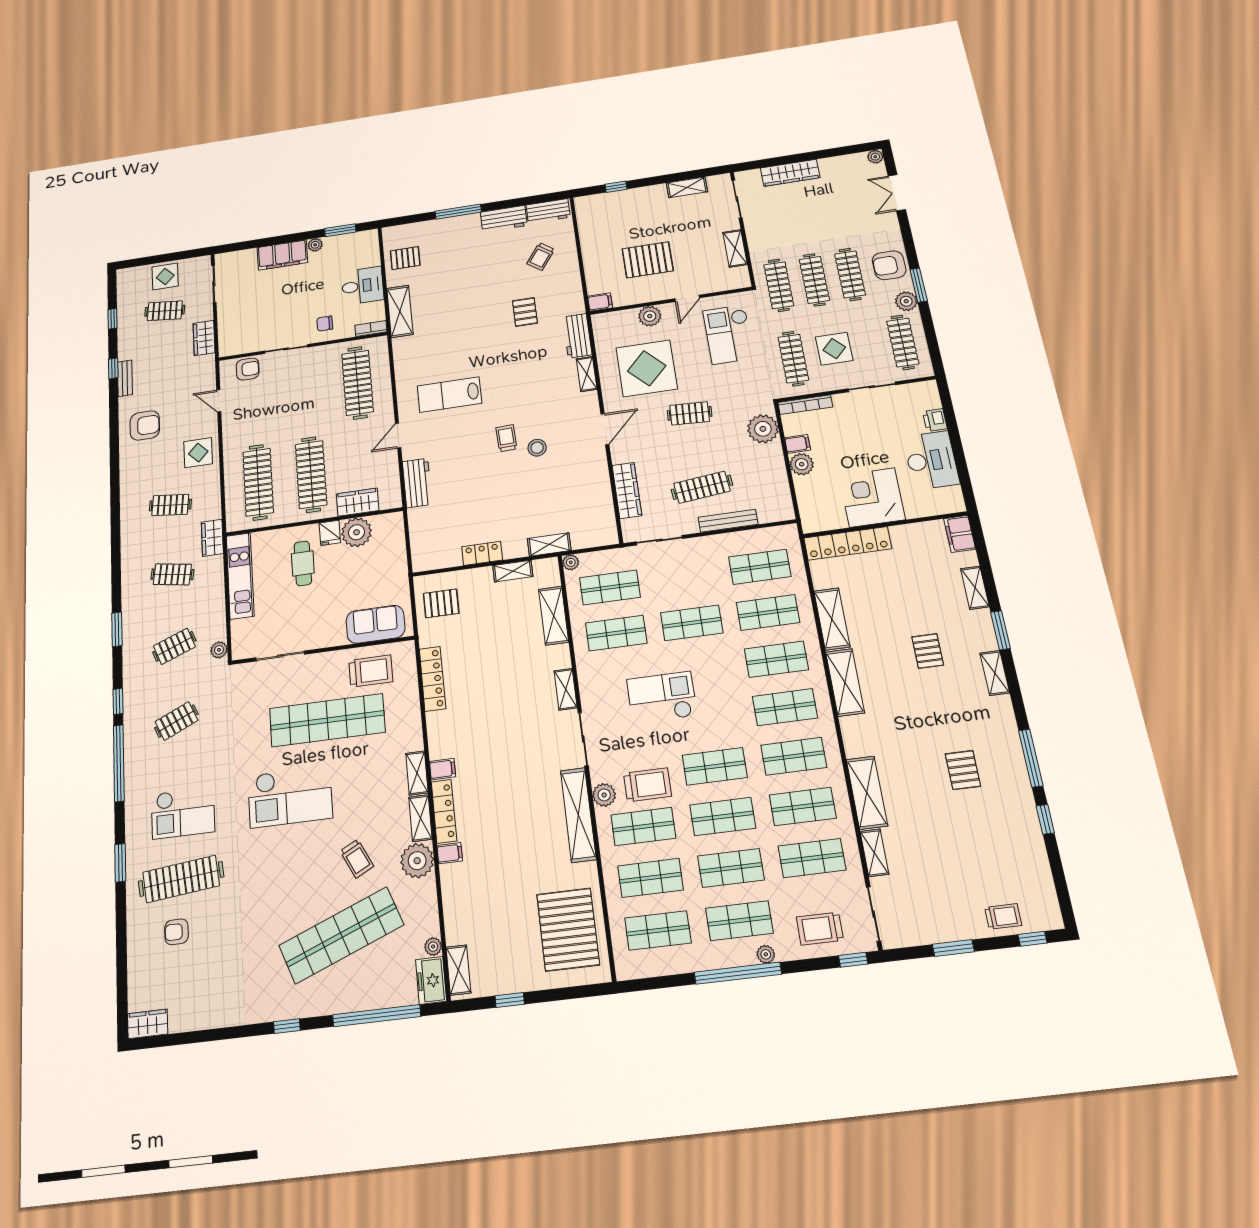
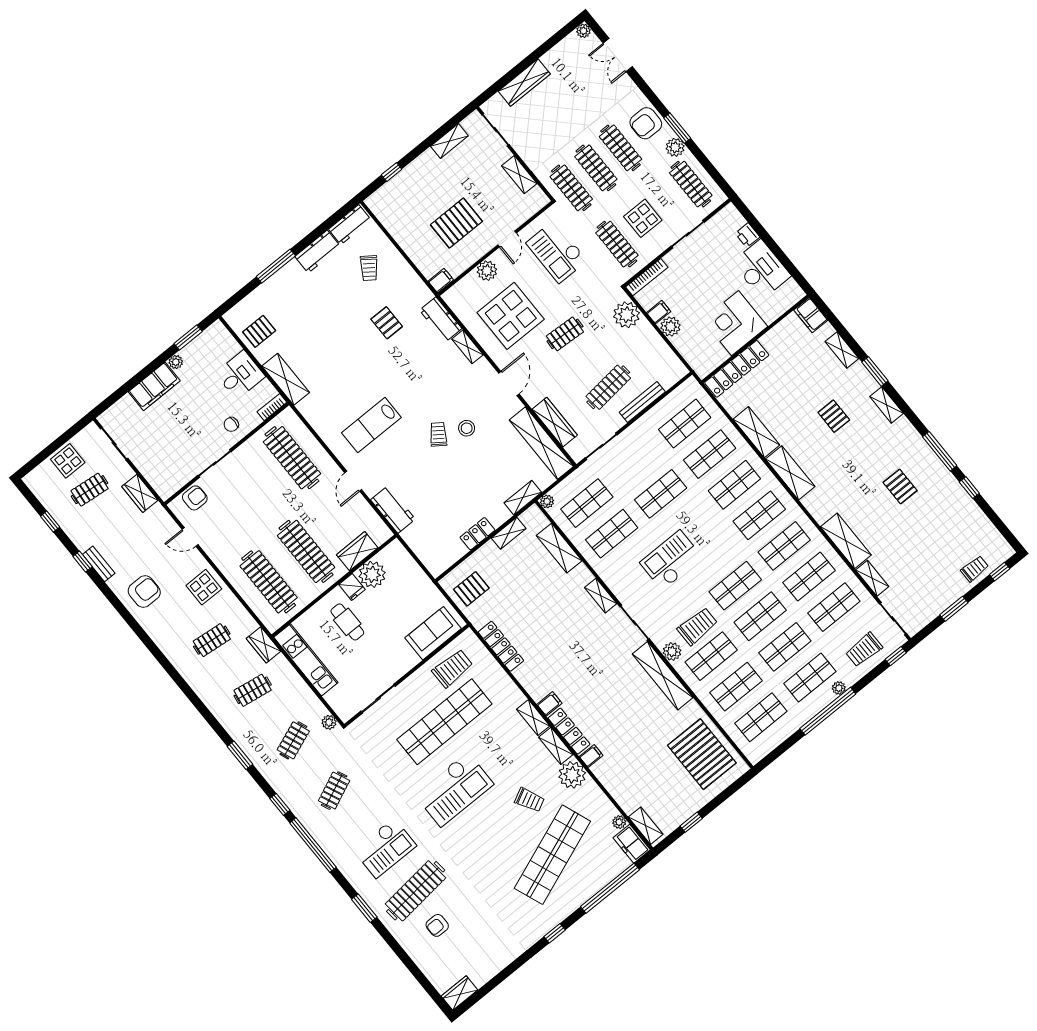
trolley: (506, 438) -> (438, 434), turned 37
shelving: (601, 503) -> (541, 443), added

